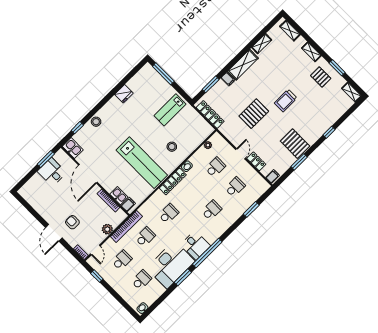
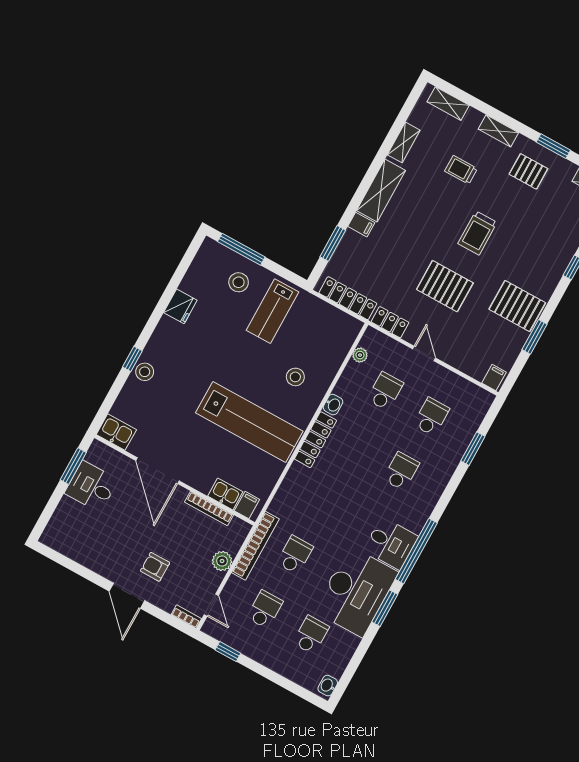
trolley: (287, 66) -> (461, 170), added
stool: (157, 90) -> (239, 282), added
pallet: (254, 114) -> (445, 286), moved, turned 90
window: (77, 128) -> (132, 359), moved
locker: (256, 161) -> (390, 322), moved
school desk: (169, 214) -> (325, 500), removed

